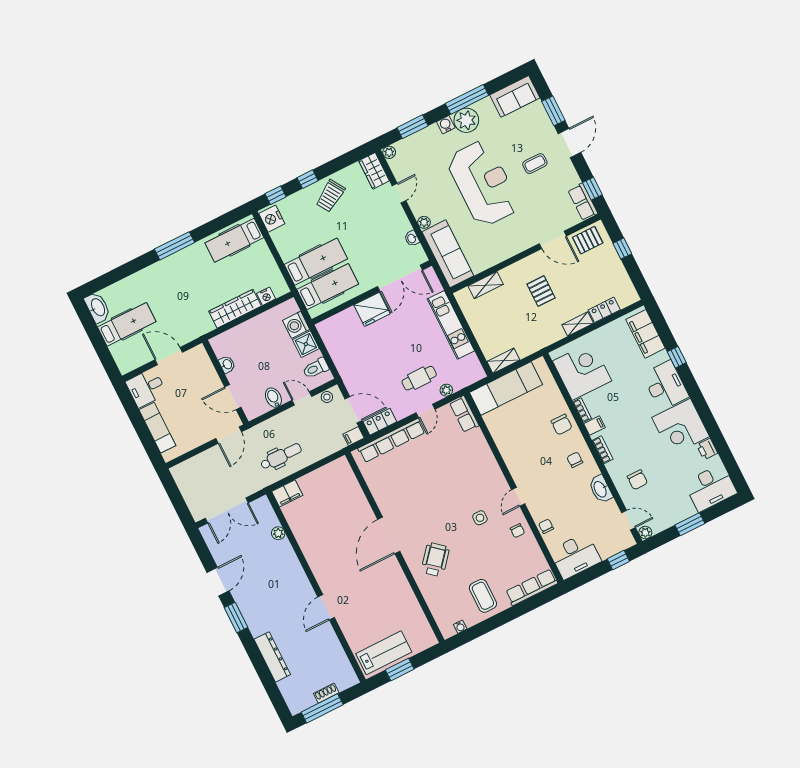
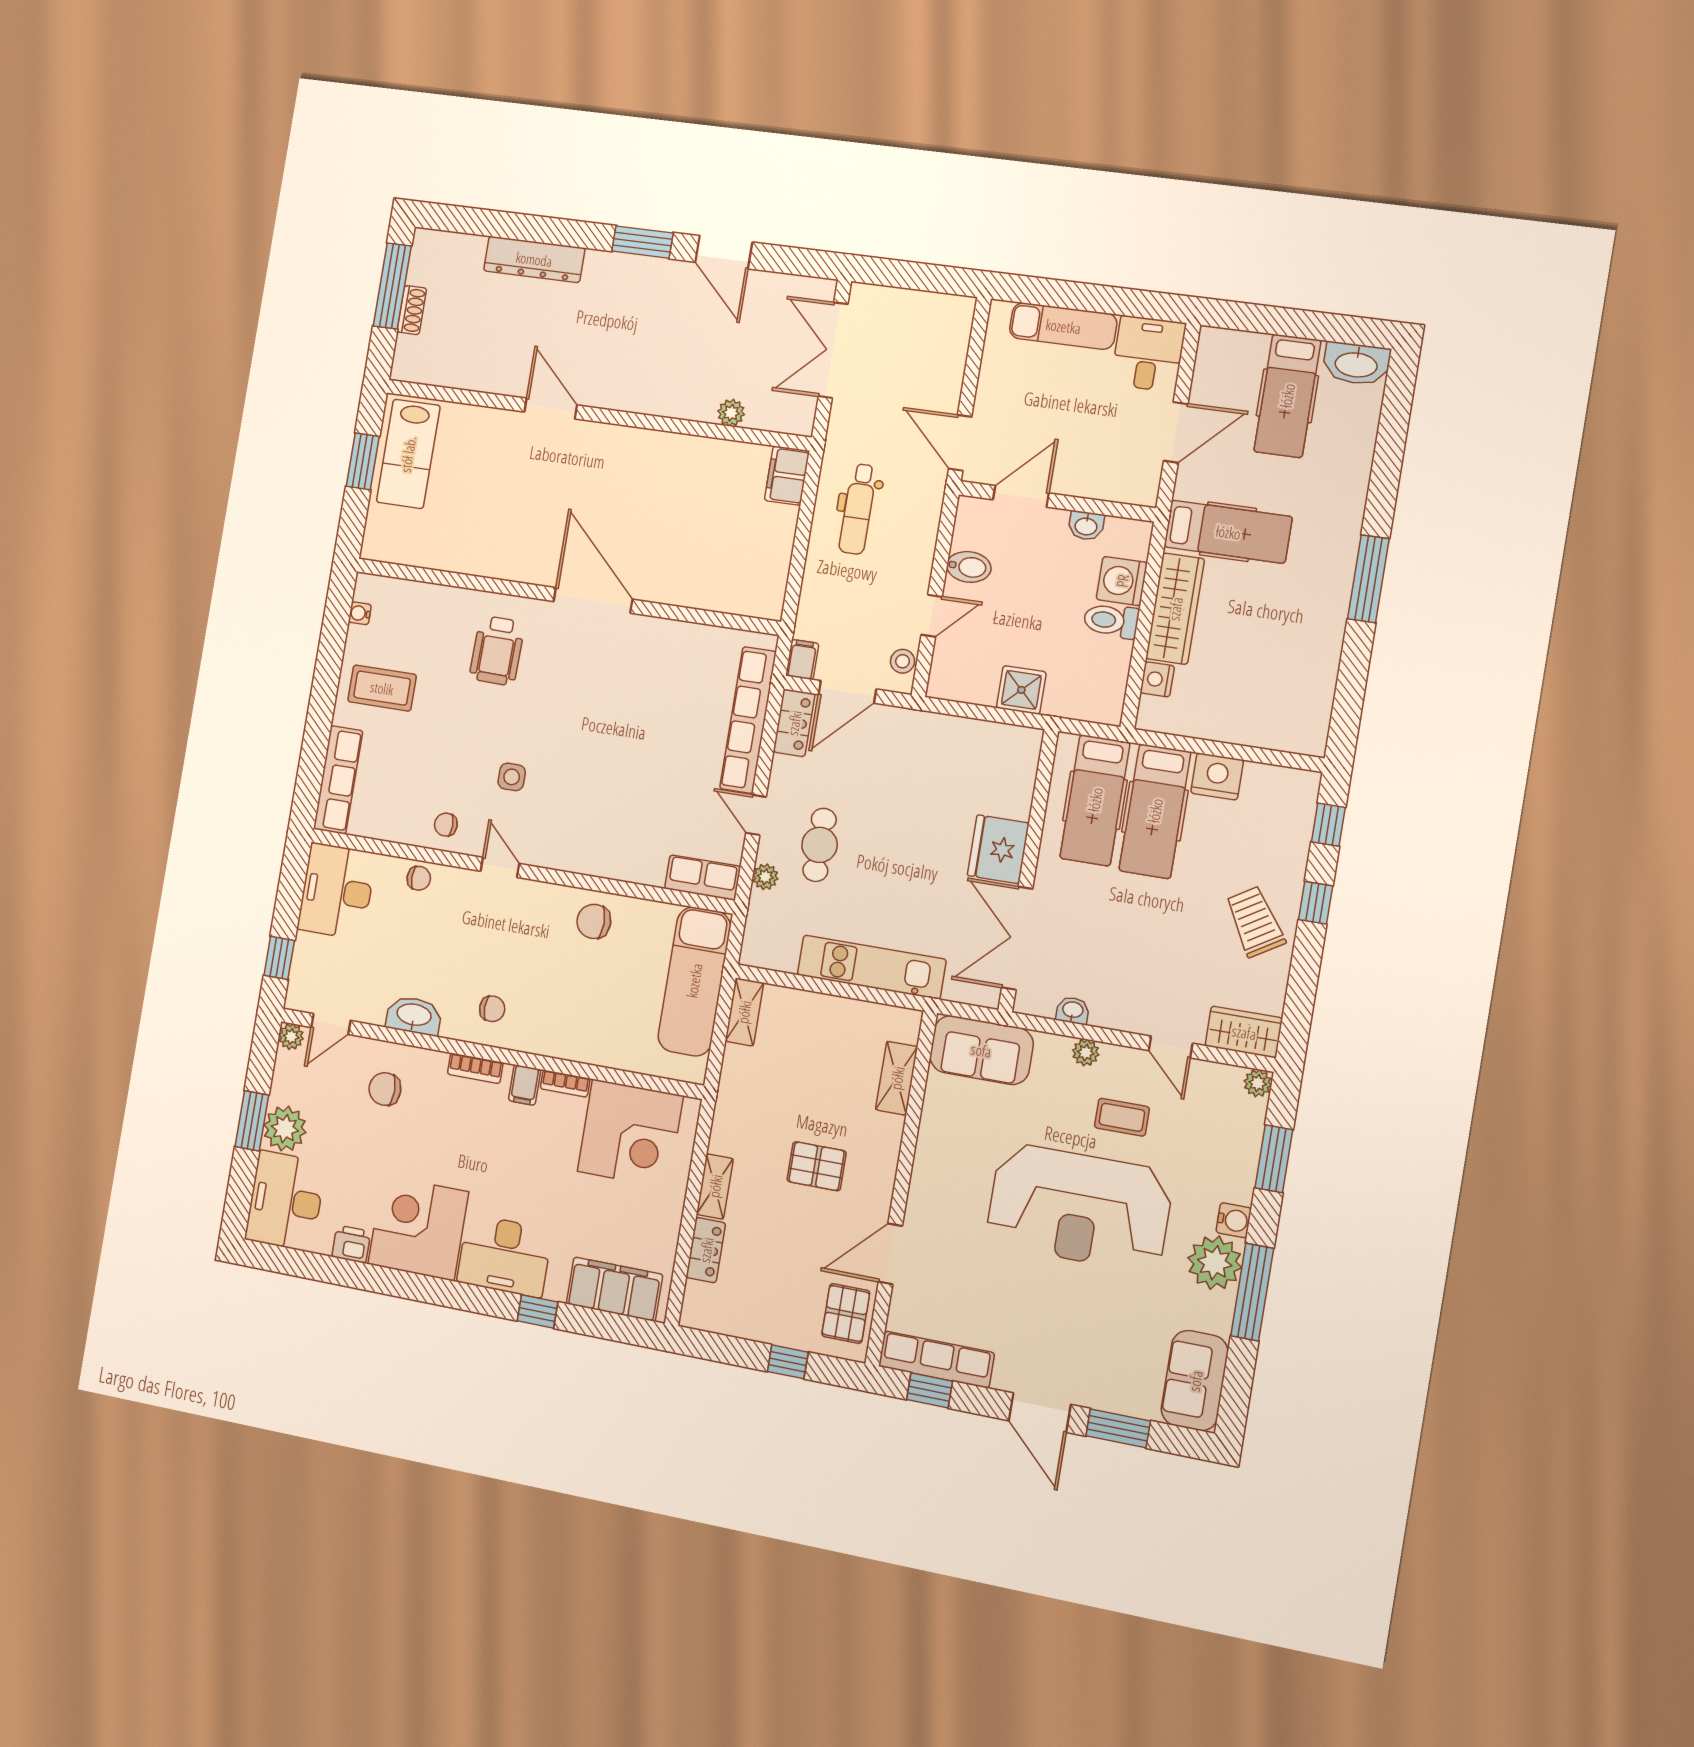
coffee table: (535, 164) -> (1122, 1117), moved, turned 90
row of seats: (583, 202) -> (936, 1360), width x1.48
nightstand: (272, 219) -> (1217, 776), moved
hospital bed: (234, 240) -> (1228, 532), moved, turned 90
sofa: (448, 254) -> (981, 1050), width x0.73
washing machine: (296, 325) -> (1122, 581), moved, turned -90
toilet: (316, 368) -> (1111, 621), moved, turned -90
chair: (562, 425) -> (594, 921), moved
plant: (683, 509) -> (285, 1129), added
wheelchair: (435, 560) -> (497, 651), turned 51

